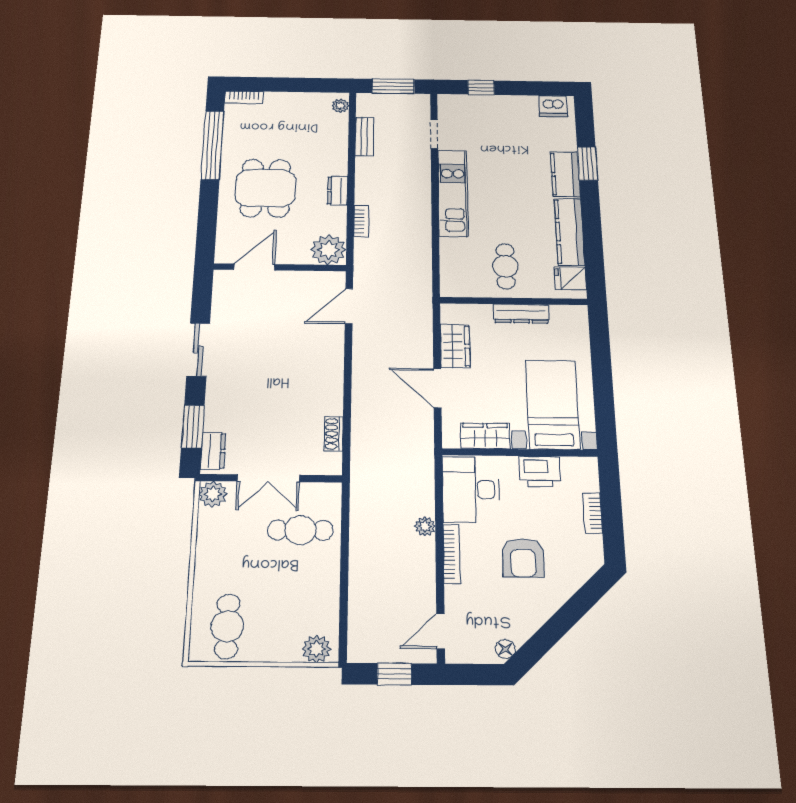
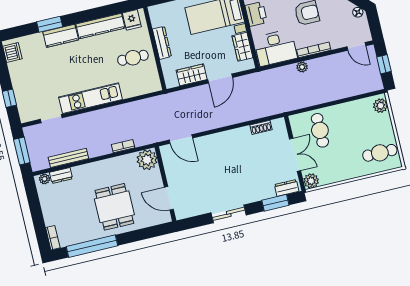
bench: (364, 137) -> (68, 158), width x1.36
dining table: (265, 188) -> (114, 207), turned 90
dresser: (338, 190) -> (61, 176), moved

